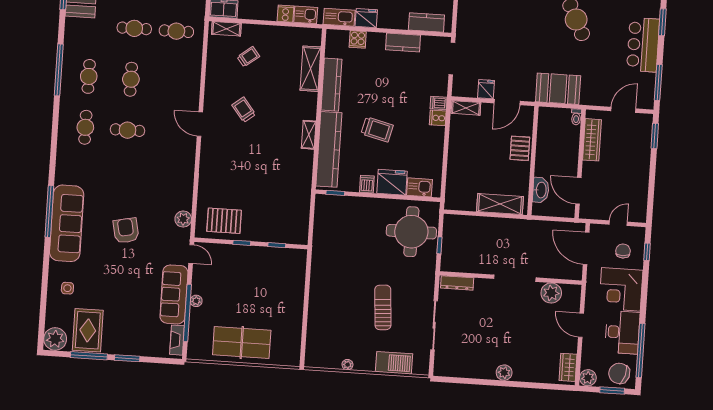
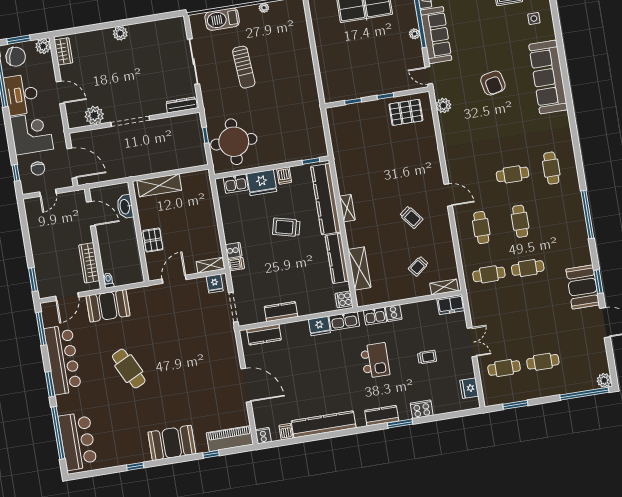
cooker: (358, 39) -> (344, 299), moved, turned -90
bar counter: (643, 45) -> (63, 360), width x1.36
cafe table: (89, 76) -> (481, 228), moved
fridge: (486, 89) -> (215, 284), moved
booth: (558, 89) -> (108, 306), moved
window: (49, 211) -> (566, 84), removed

